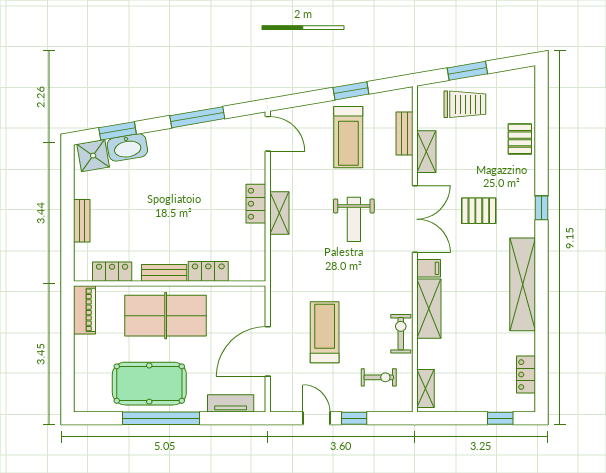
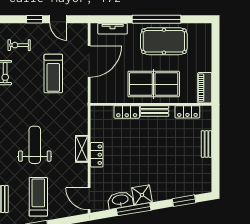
washbasin: (127, 147) -> (120, 200), moved
shower: (93, 156) -> (142, 195), moved
weight bench: (354, 219) -> (35, 145), width x1.36, depth x1.33

